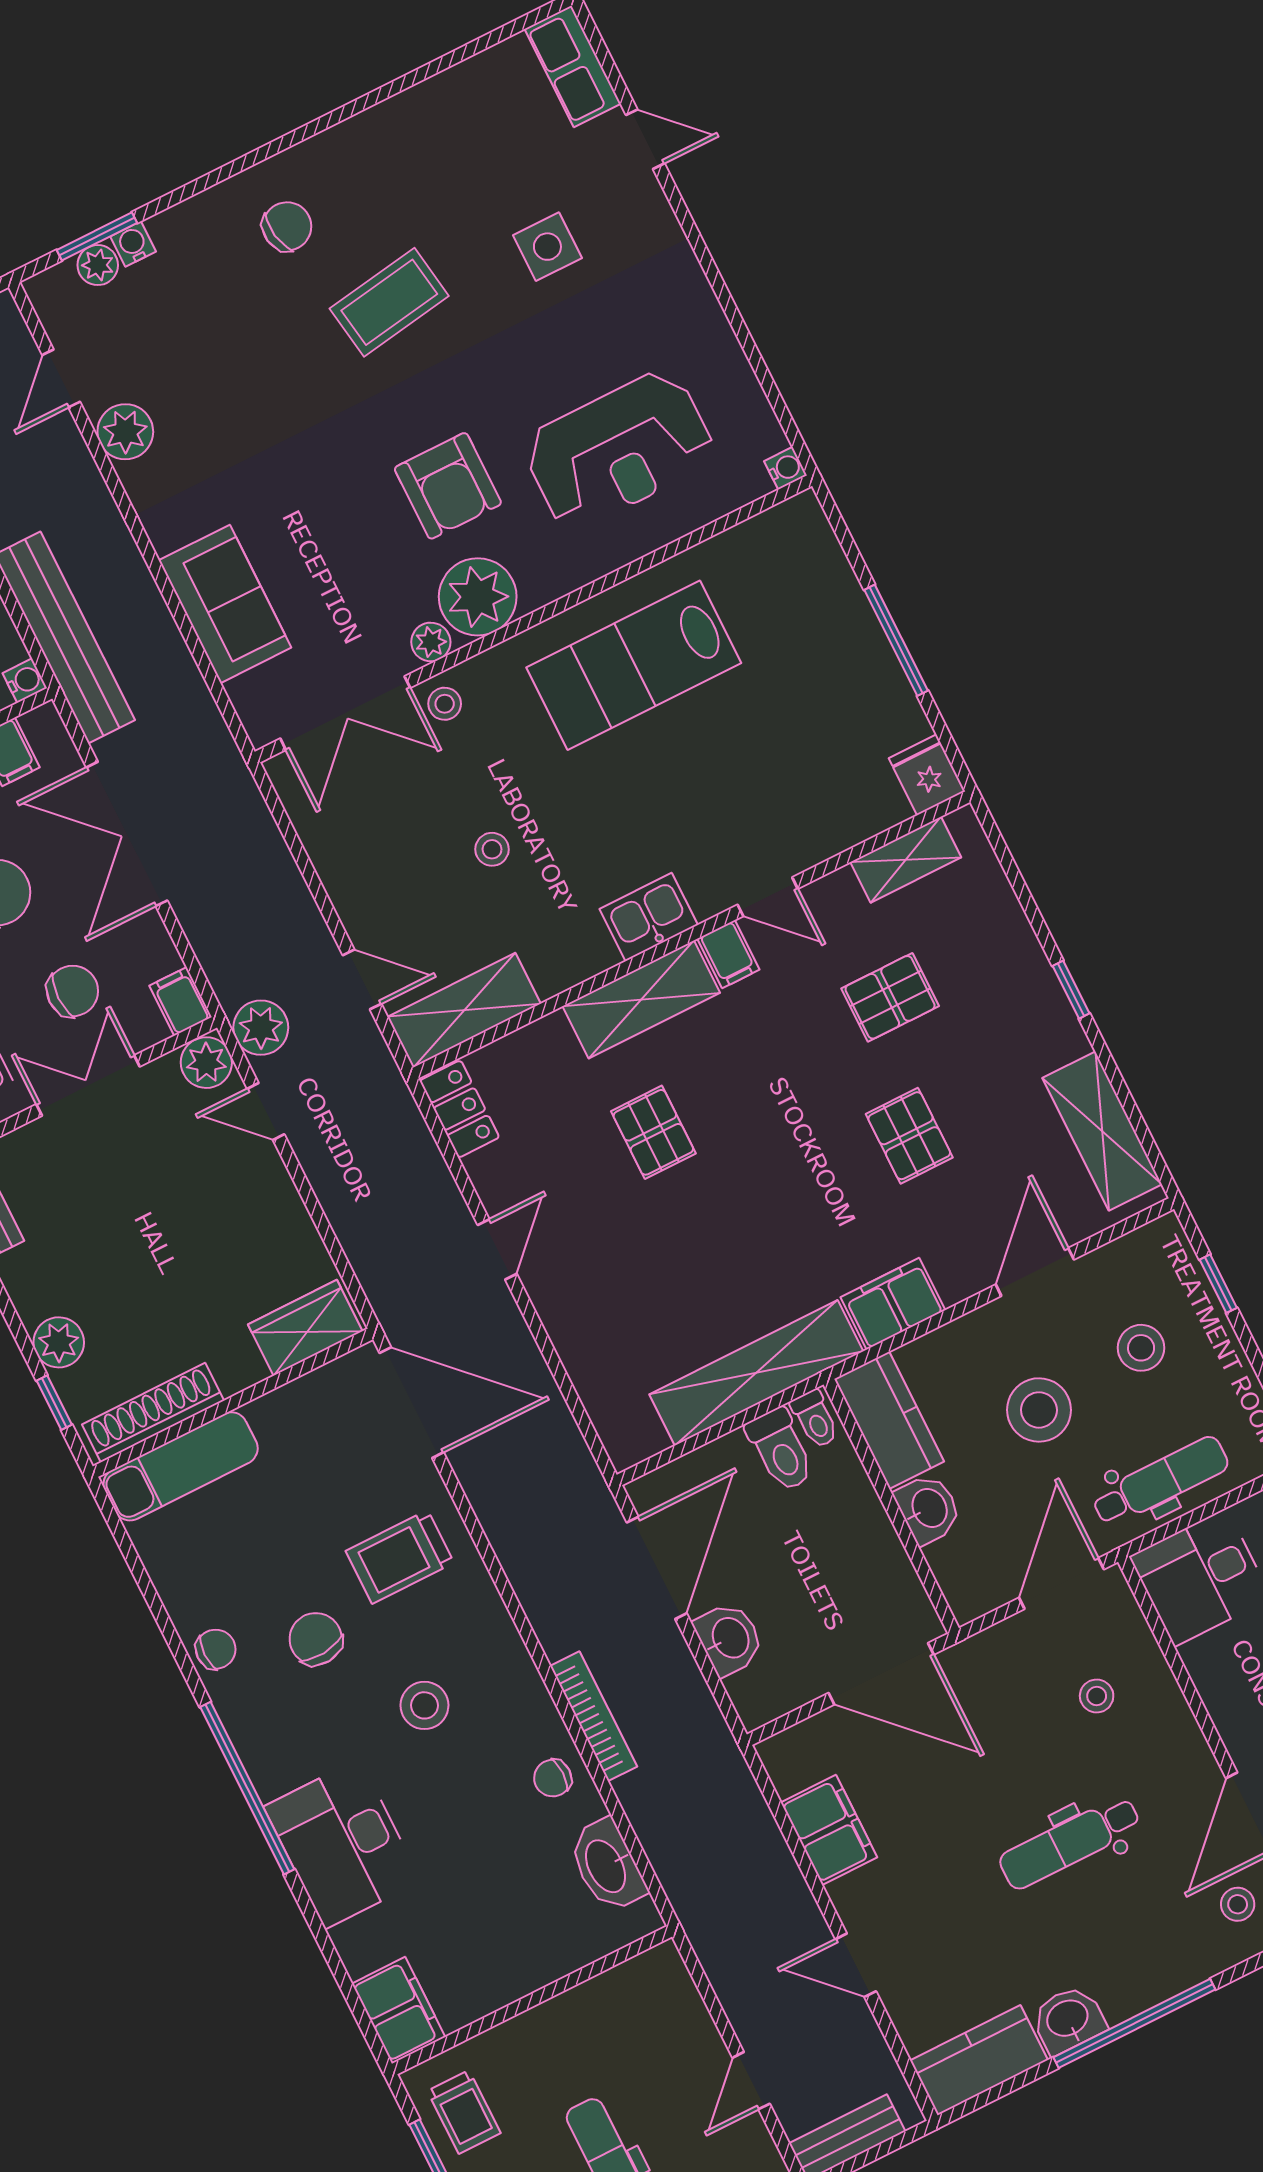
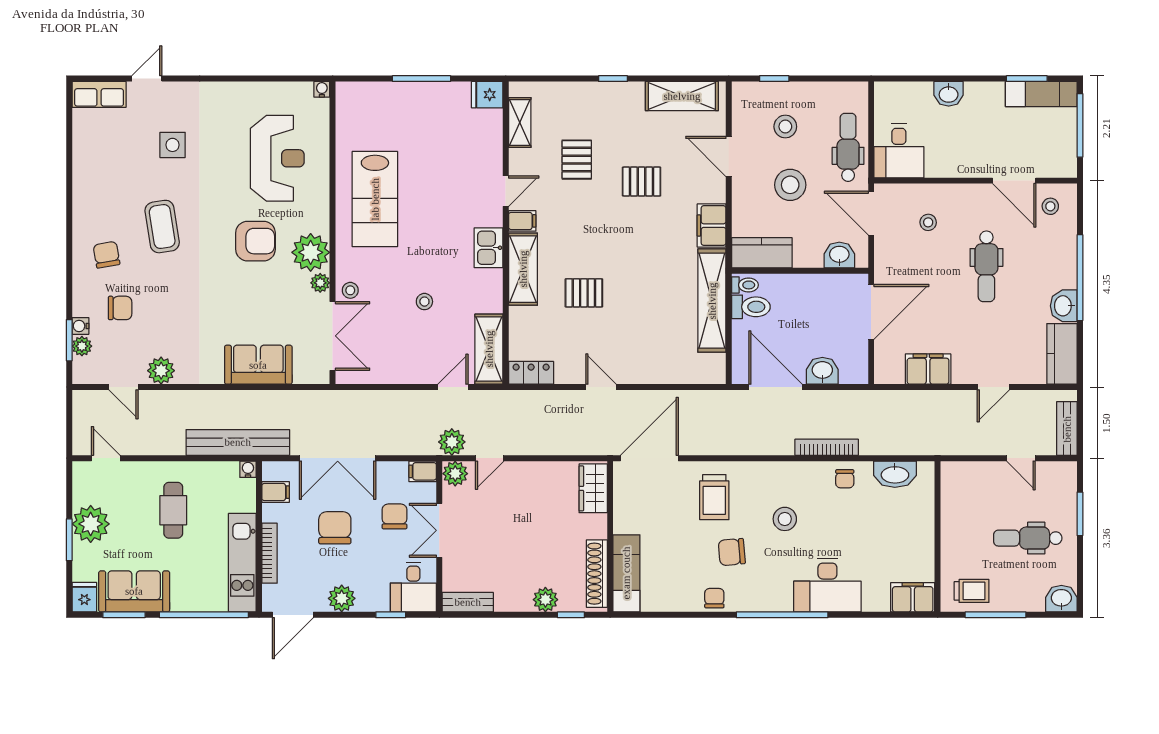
chair: (202, 300) -> (120, 308), added
washbasin: (928, 1509) -> (839, 255), moved

